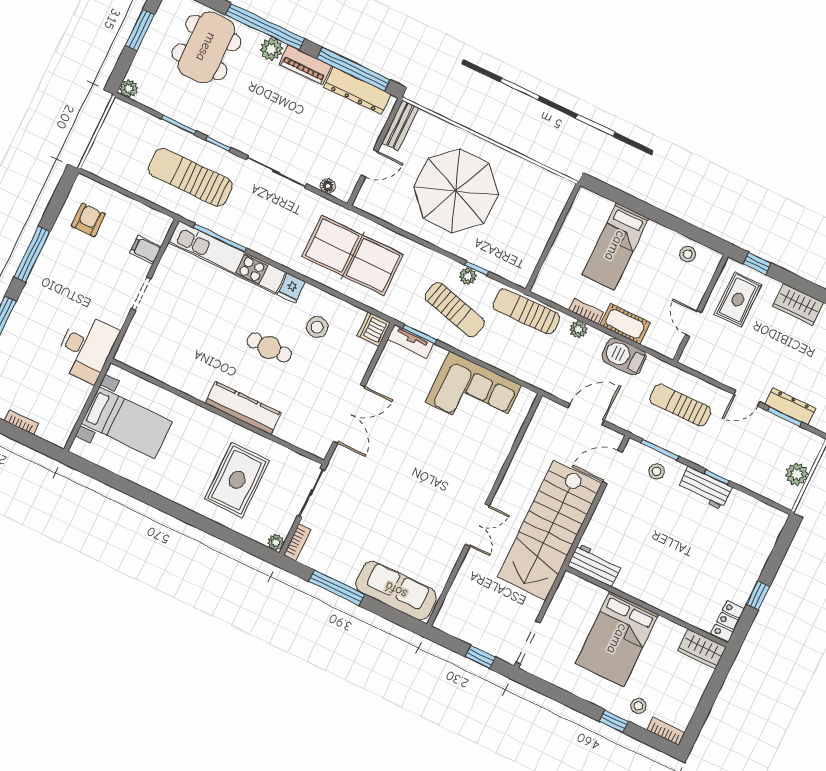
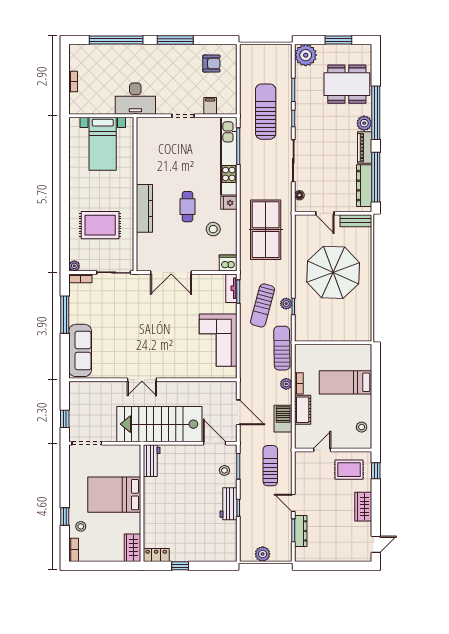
plant: (129, 89) -> (306, 55), width x1.88, depth x1.88

